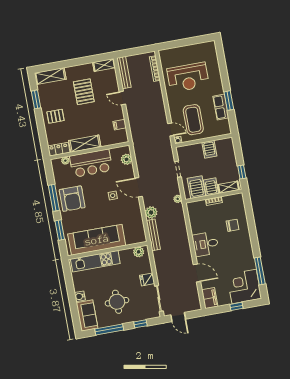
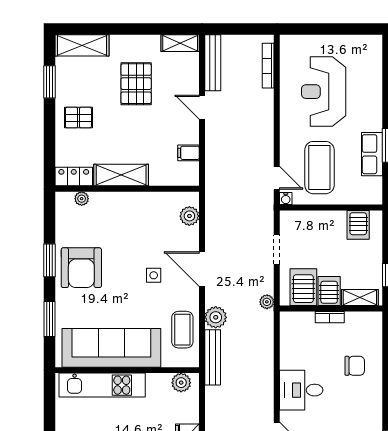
reception desk: (188, 77) -> (324, 92), turned 90
server rack: (209, 149) -> (358, 225), moved
bar counter: (91, 163) -> (126, 211), removed
window: (54, 198) -> (50, 260), width x0.69
coffee table: (134, 223) -> (182, 330), added

